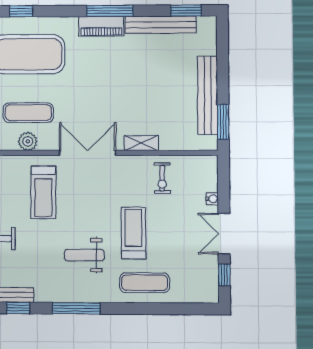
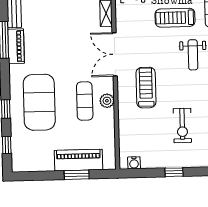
treadmill: (43, 192) -> (146, 88), turned -90

